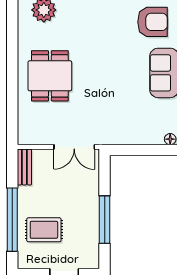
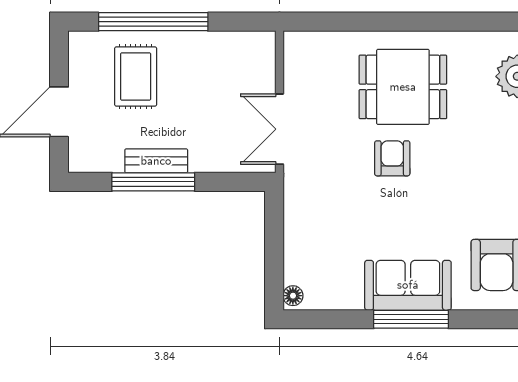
armchair: (91, 82) -> (392, 158), added
bench: (24, 167) -> (156, 161), moved

